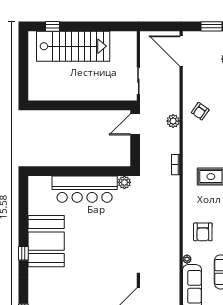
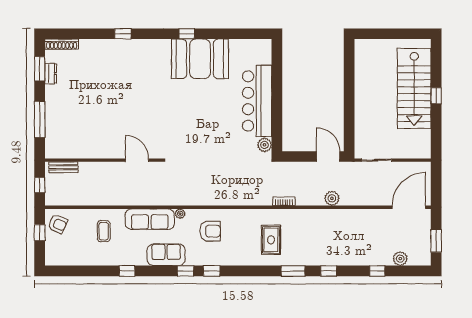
window: (52, 26) -> (436, 96), moved
armchair: (200, 111) -> (343, 228), removed
armchair: (203, 232) -> (210, 231), turned 180

